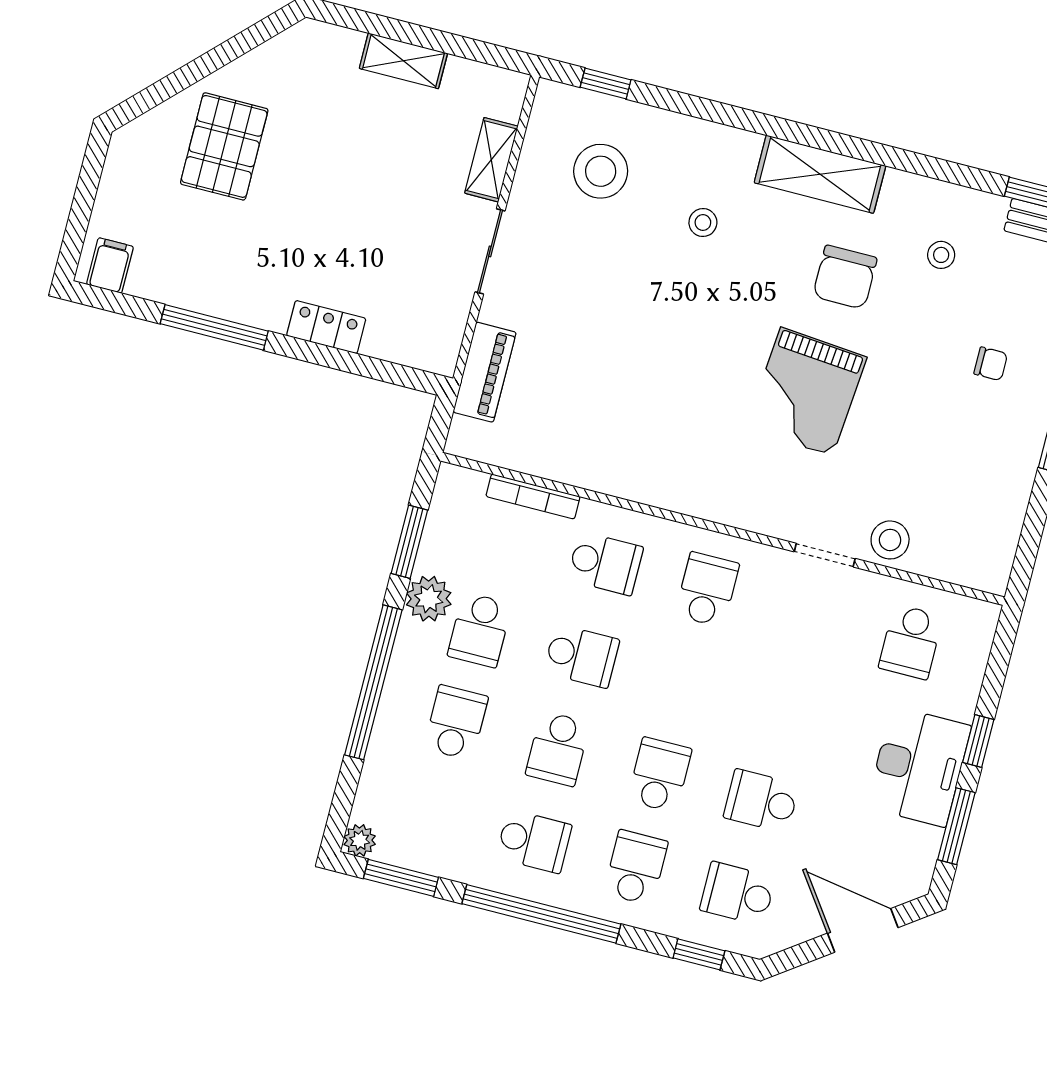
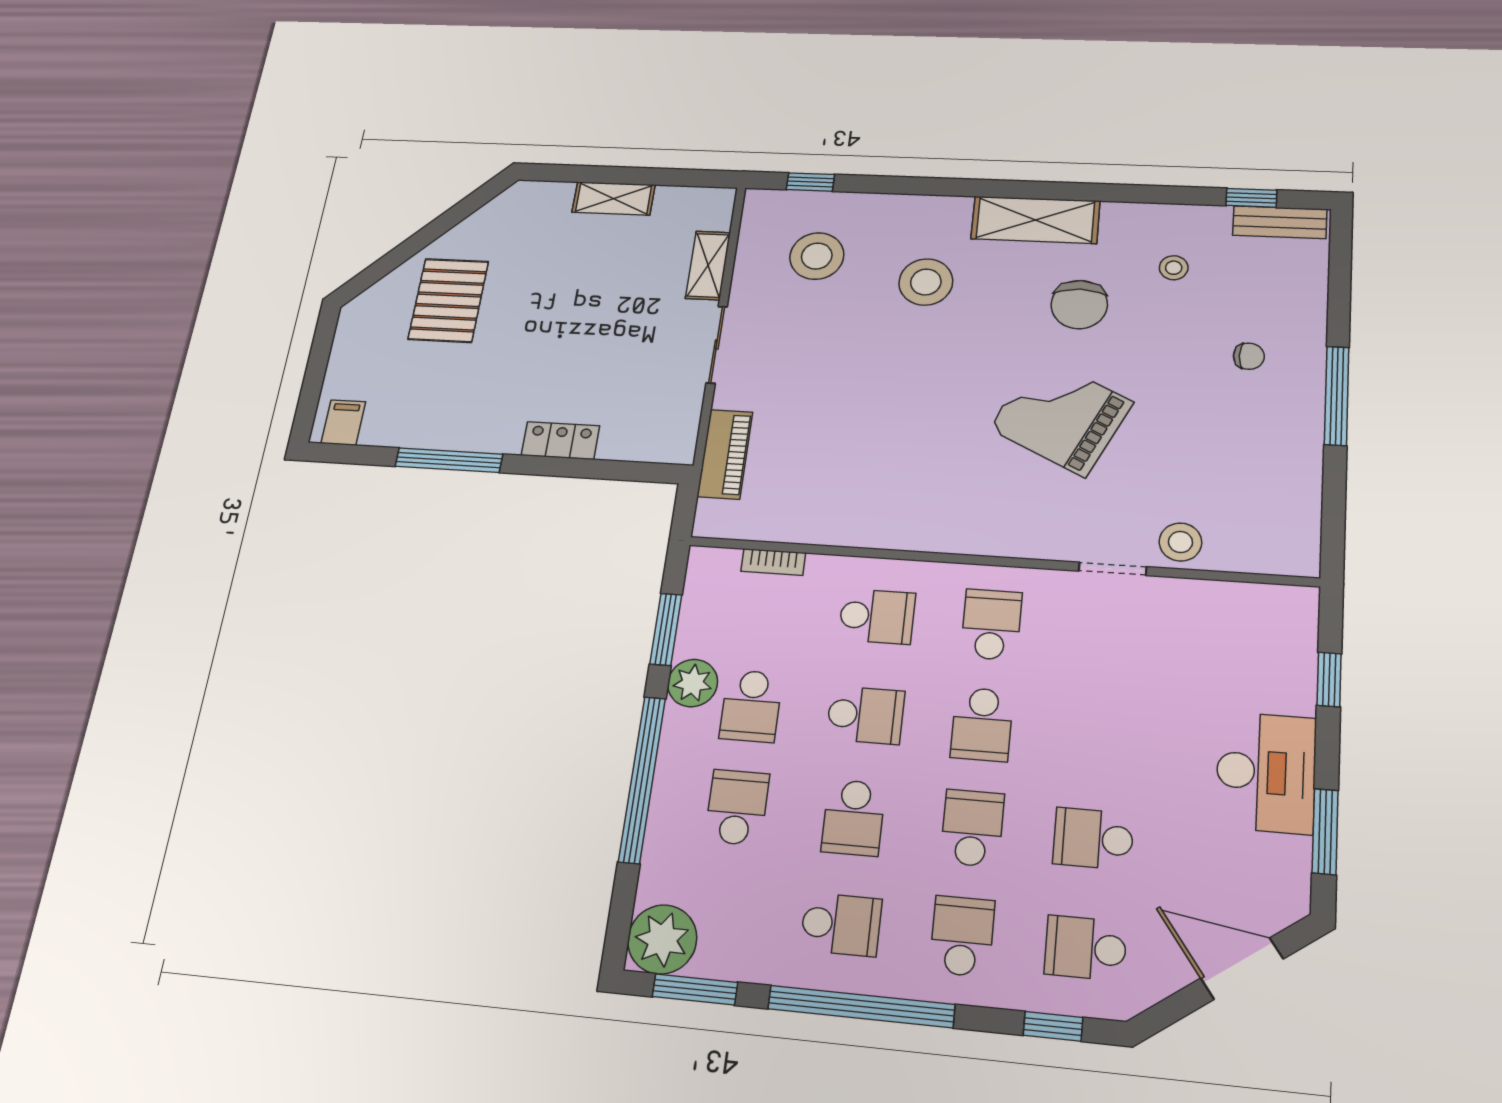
stool: (703, 223) -> (926, 282), width x1.89, depth x1.89
grand piano: (806, 392) -> (1061, 415), turned 111
bookcase: (533, 496) -> (773, 562), width x0.64
school desk: (911, 642) -> (982, 724), moved
window: (978, 741) -> (1329, 680), moved
plant: (360, 840) -> (662, 939), width x1.87, depth x1.87

